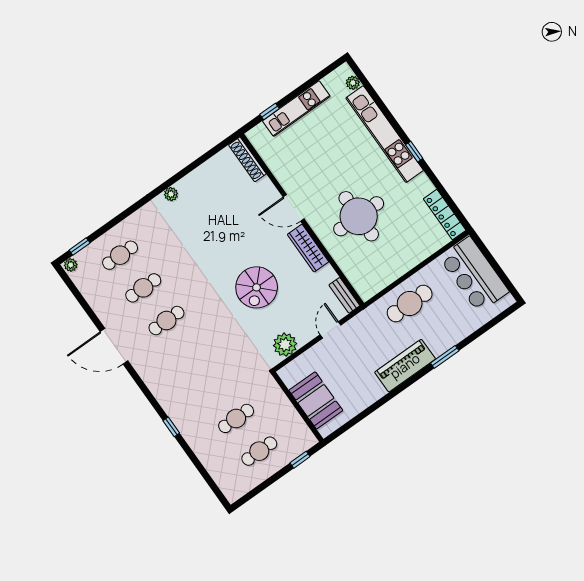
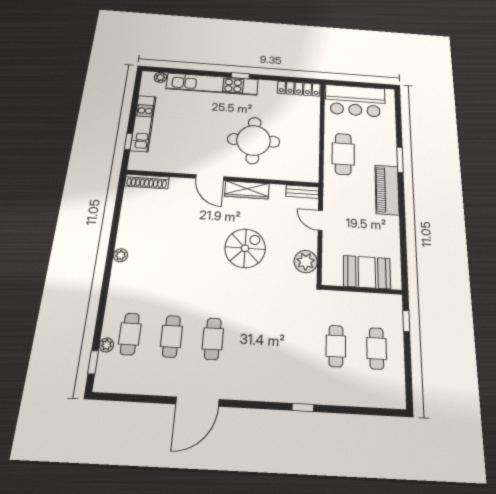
door: (294, 208) -> (210, 177), hinge flipped
plant: (71, 265) -> (106, 345), moved
spiral stairs: (257, 287) -> (245, 248), turned -90

